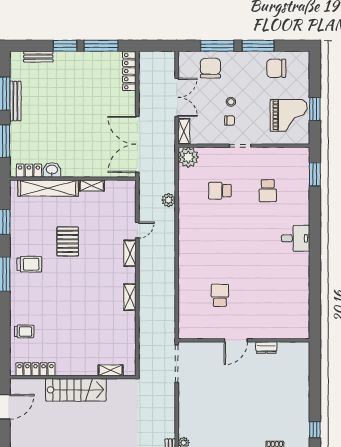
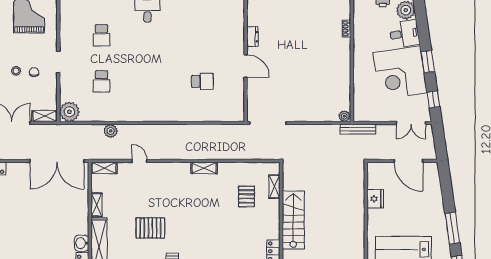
school desk: (268, 191) -> (102, 35), turned 90
shelving: (130, 253) -> (104, 168), moved
school desk: (220, 295) -> (202, 81), turned 180
pallet: (100, 341) -> (247, 196), added

